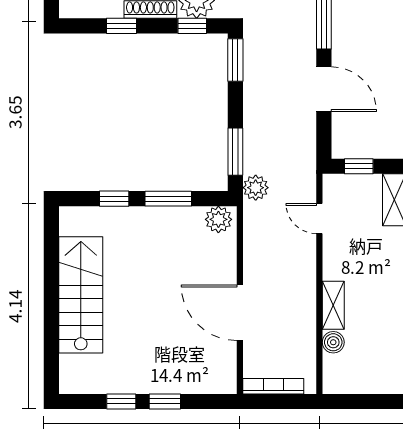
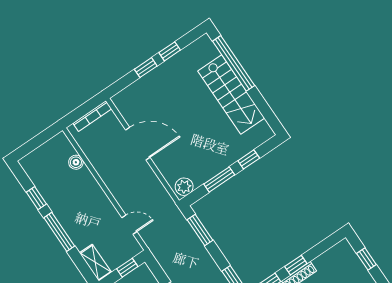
window: (121, 26) -> (296, 265), moved
plant: (256, 188) -> (176, 218), removed
shelving: (333, 305) -> (90, 182), removed
window: (51, 332) -> (234, 63), added

